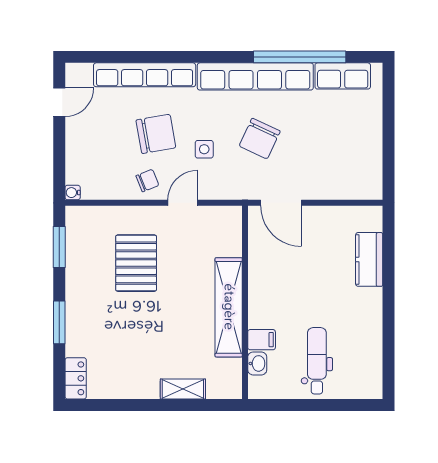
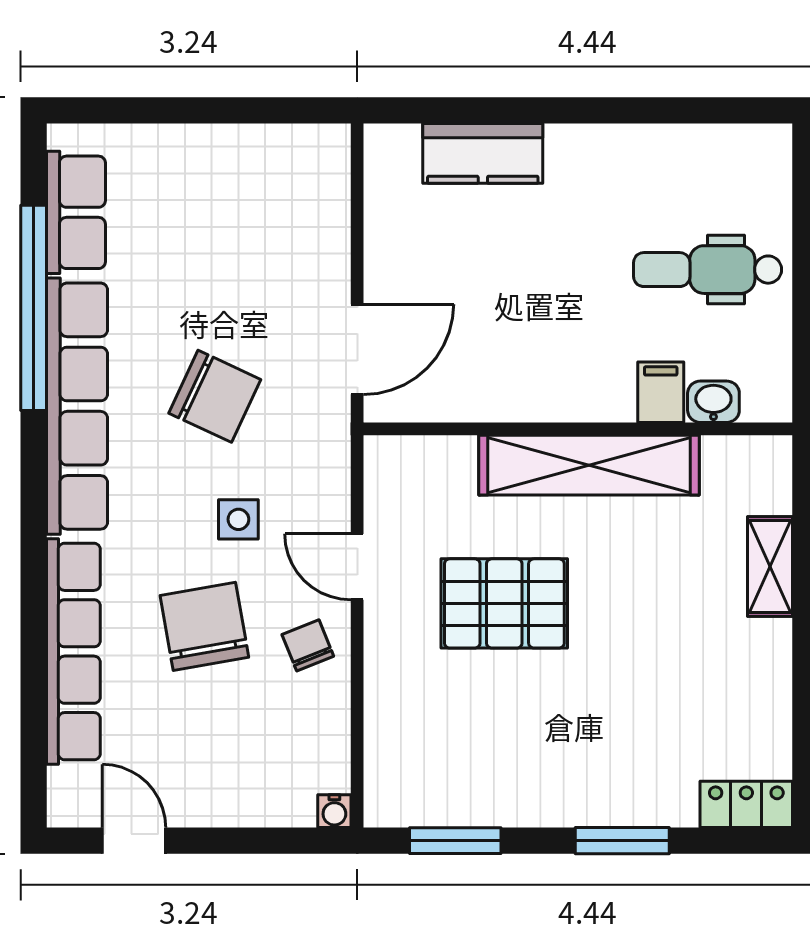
pallet: (136, 263) -> (504, 603), moved

